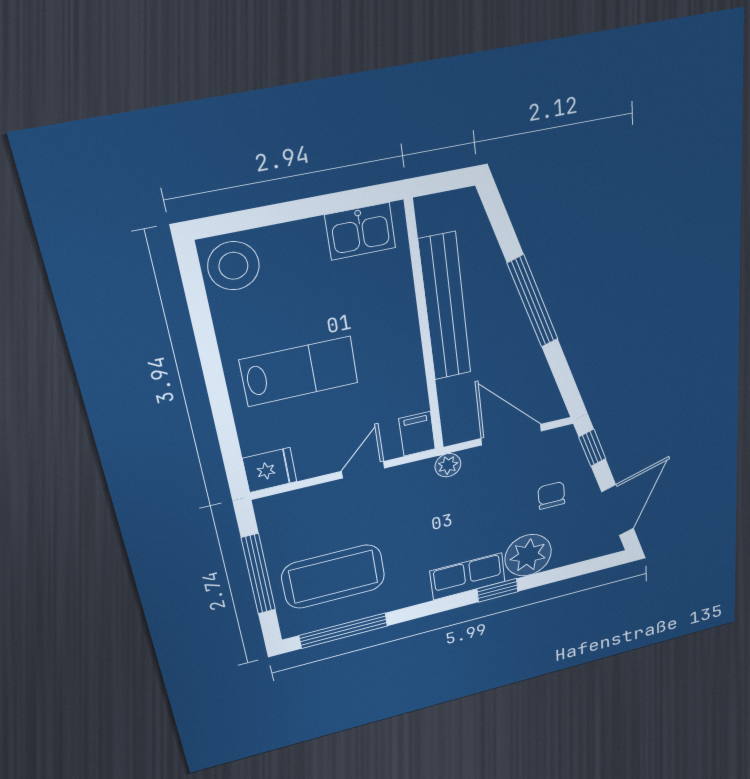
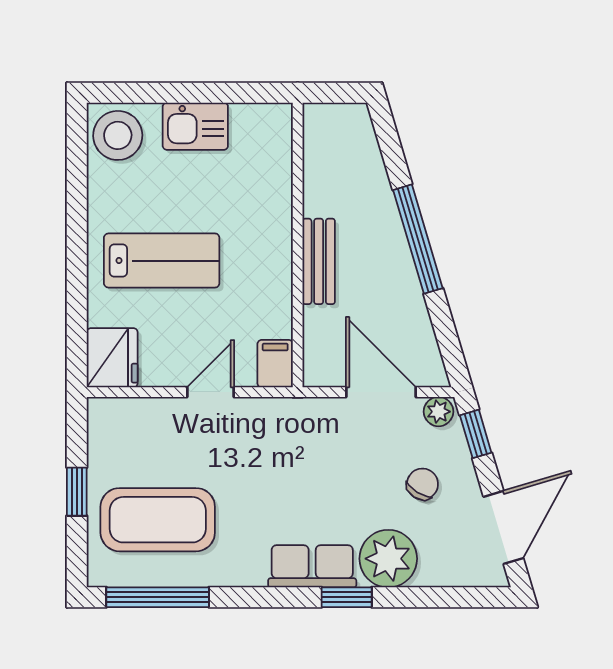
kitchen sink: (360, 231) -> (195, 126), moved
bench: (445, 307) -> (319, 261), width x0.54, depth x0.82
plant: (448, 465) -> (439, 412), moved
fridge: (270, 470) -> (112, 358), width x1.38
chair: (551, 495) -> (422, 484), turned 32
window: (258, 574) -> (77, 492), width x0.46

